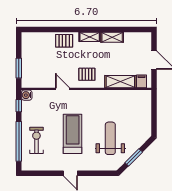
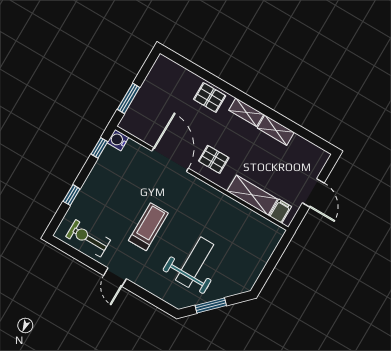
door: (63, 89) -> (170, 160), width x1.87
treadmill: (73, 134) -> (148, 227), width x0.73, depth x0.73
exercise bike: (36, 140) -> (88, 238), moved, turned -90
window: (19, 141) -> (72, 195), width x0.32

